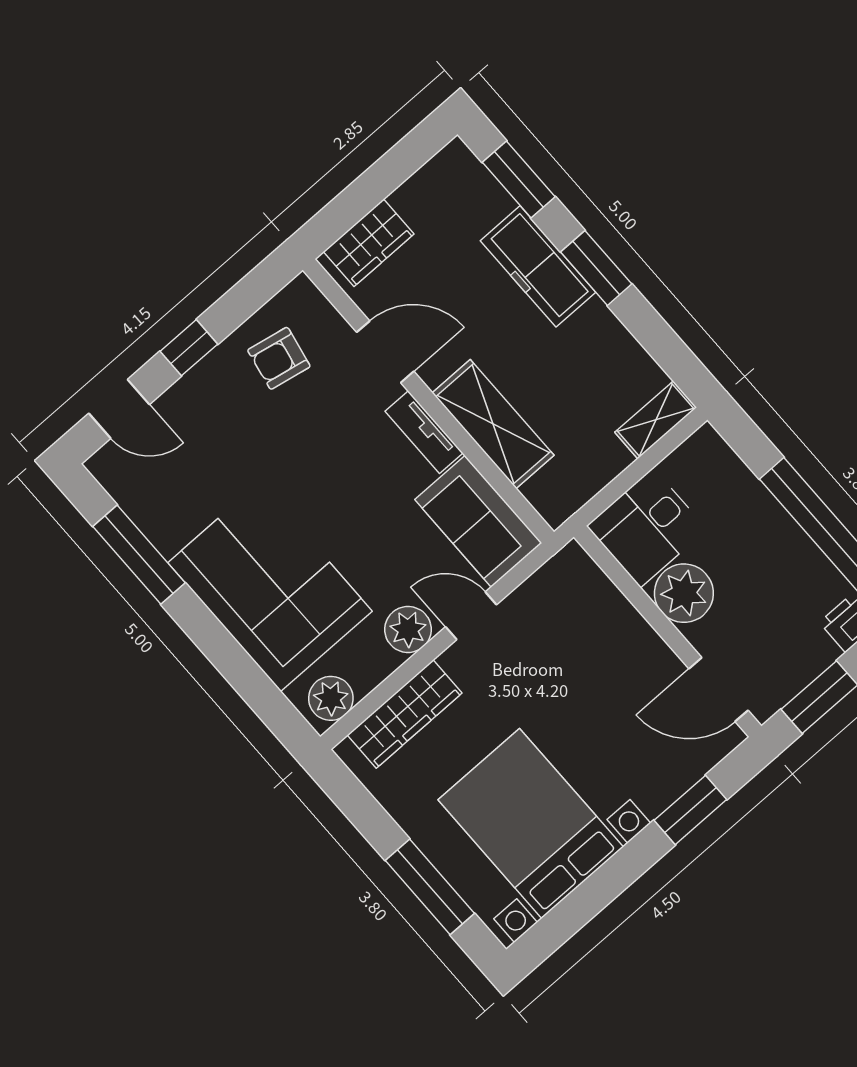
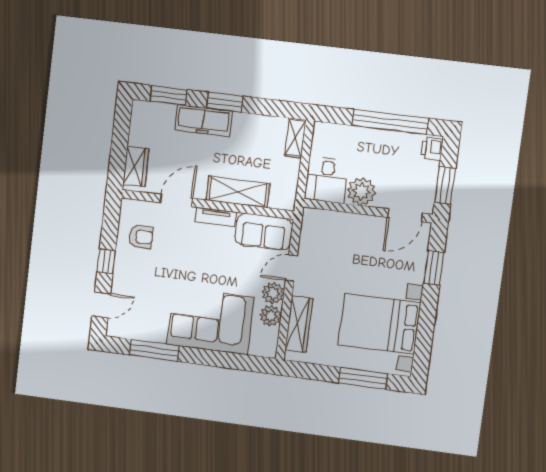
armchair: (279, 358) -> (141, 237), turned -101
plant: (331, 698) -> (271, 316), moved

